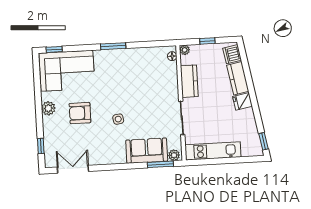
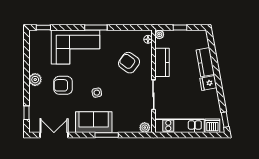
dishwasher: (232, 54) -> (212, 126), moved, turned 100
corner sofa: (67, 71) -> (75, 47), moved
armchair: (152, 83) -> (129, 63), added
sofa: (147, 151) -> (94, 122), moved
window: (160, 164) -> (107, 135), moved

